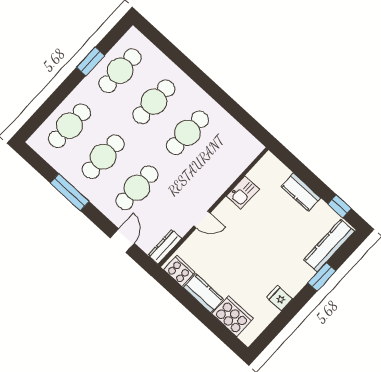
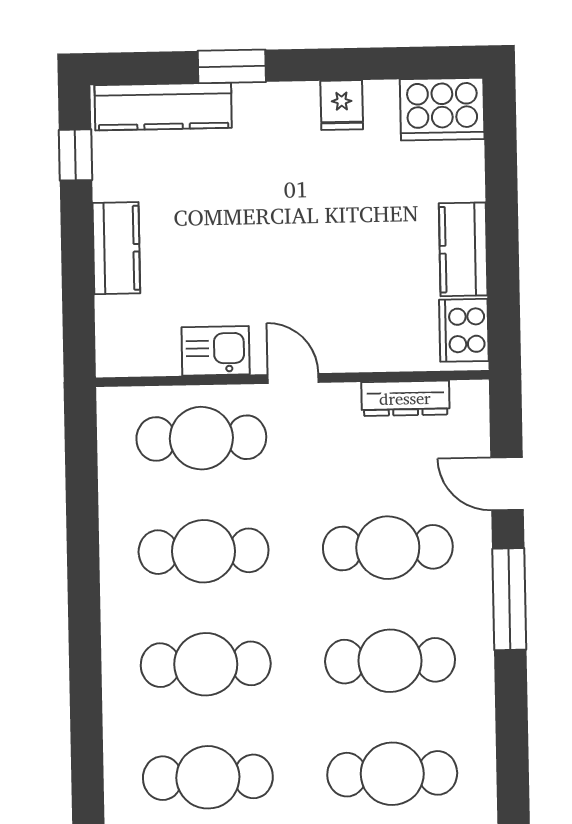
cafe table: (221, 164) -> (201, 438), added
window: (70, 192) -> (509, 599), moved
door: (202, 219) -> (293, 378), moved
door: (122, 241) -> (507, 484), hinge flipped
dresser: (165, 247) -> (405, 398), moved
cooker: (233, 316) -> (442, 109), moved, turned -90

